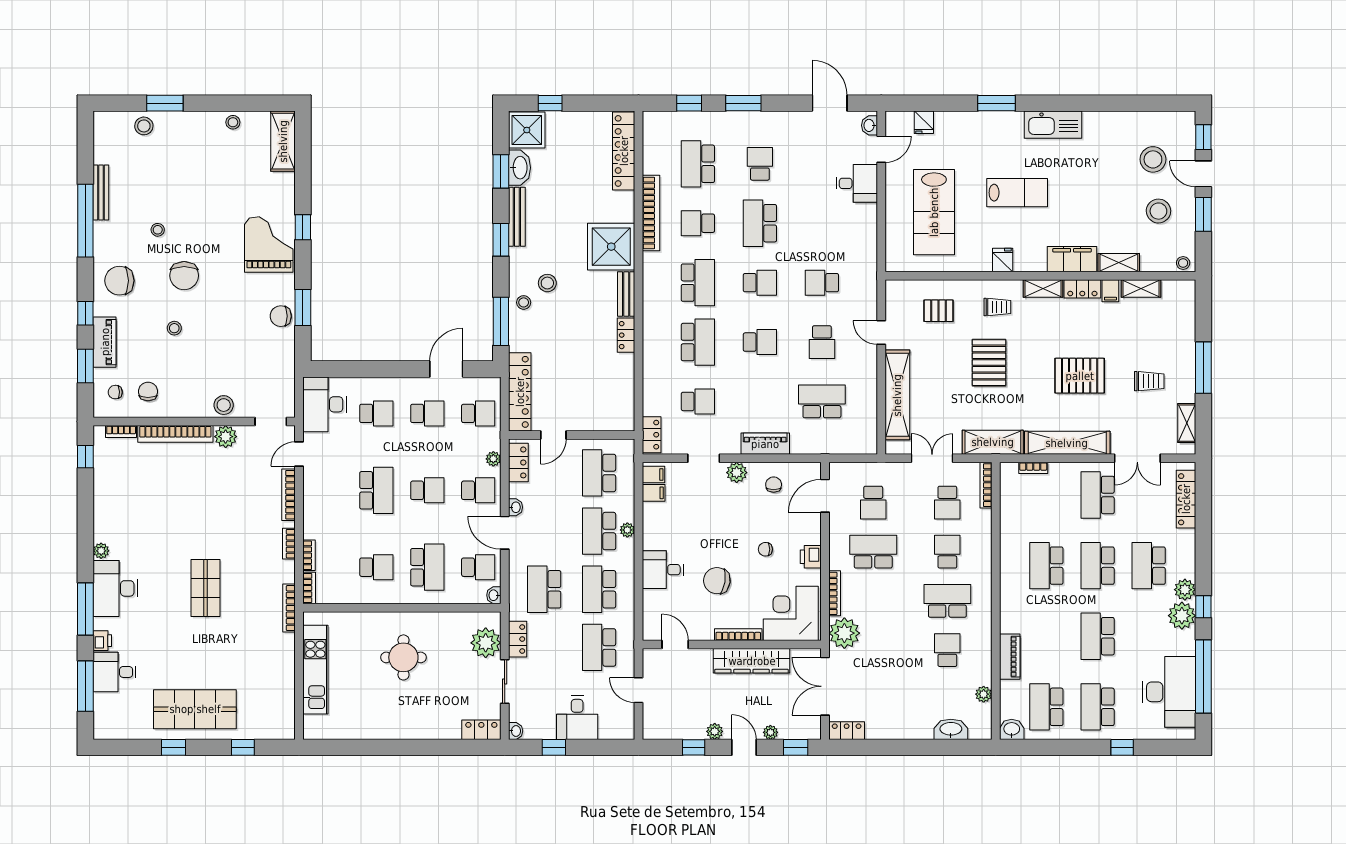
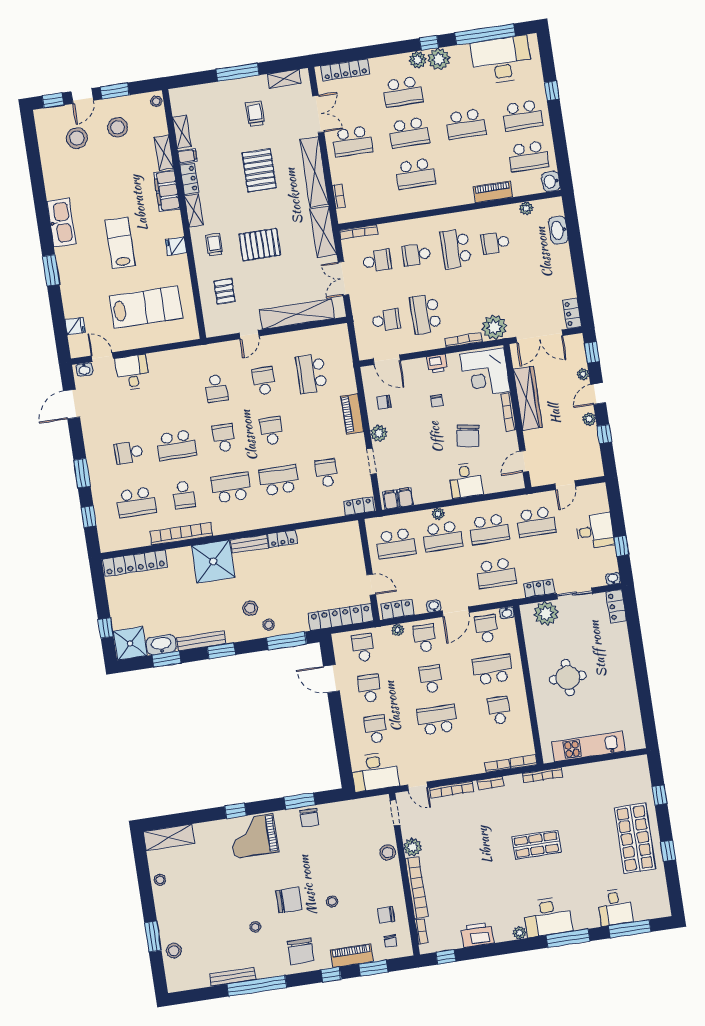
school desk: (822, 342) -> (264, 381), turned -90
printer: (102, 641) -> (477, 935), moved, width x1.87, depth x1.48

